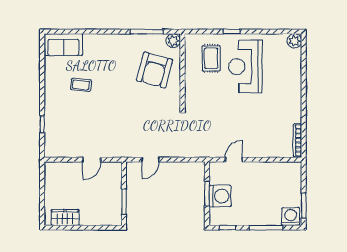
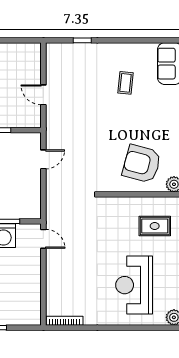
reception desk: (245, 67) -> (134, 285), moved, turned -90
door: (150, 160) -> (43, 159), swing flipped
door: (234, 160) -> (43, 239), moved

